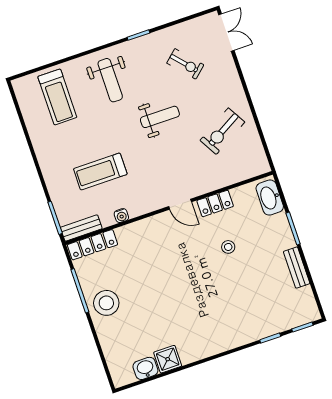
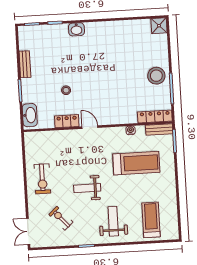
exercise bike: (222, 131) -> (42, 179), moved, turned 120
treadmill: (100, 172) -> (136, 163), width x1.37, depth x1.38
shower: (168, 359) -> (159, 26), moved
washbasin: (145, 368) -> (76, 29), moved

